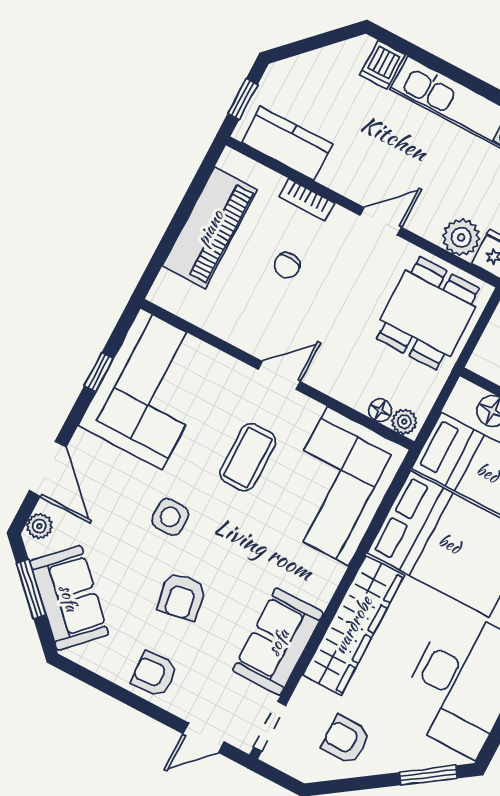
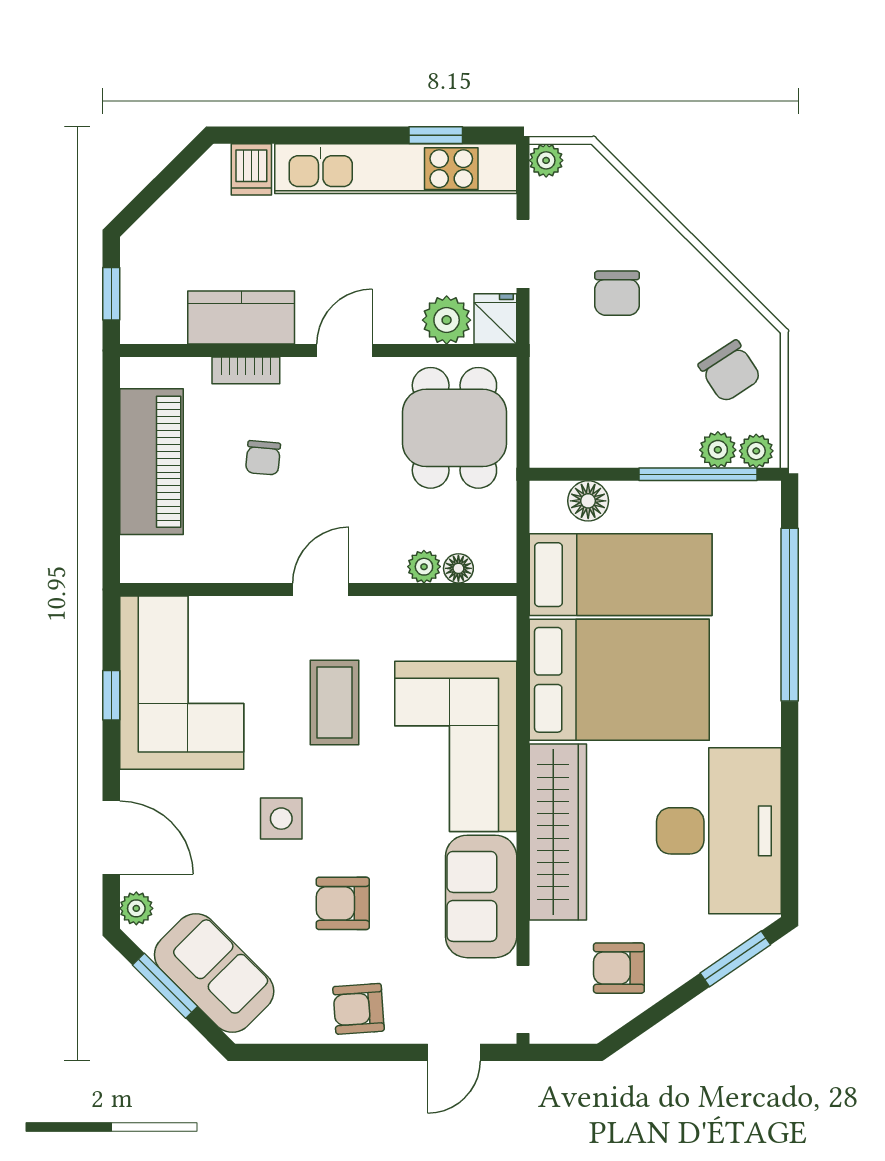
kitchen counter: (287, 143) -> (241, 318), moved
plant: (404, 422) -> (424, 567), moved
corner sofa: (338, 486) -> (456, 746), moved
armchair: (181, 597) -> (343, 903), turned 100

